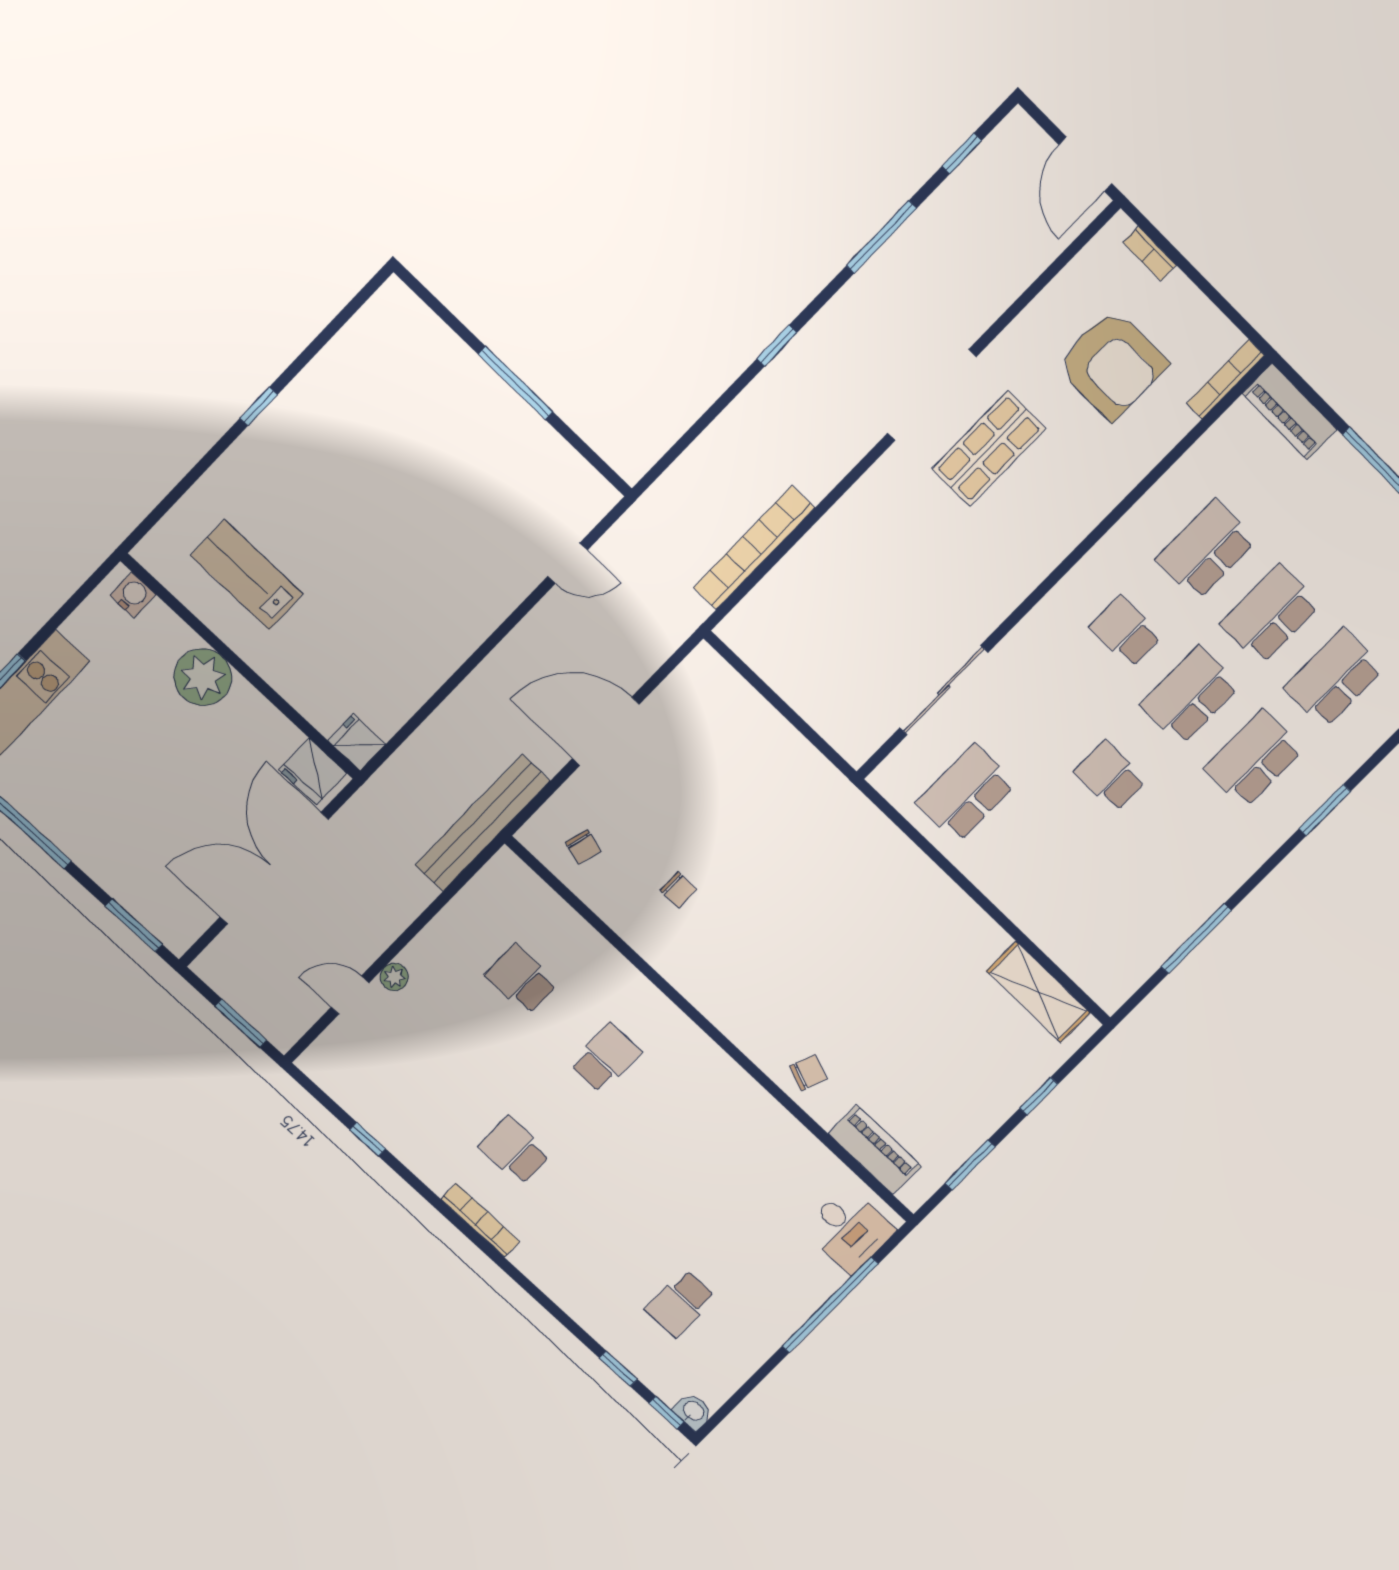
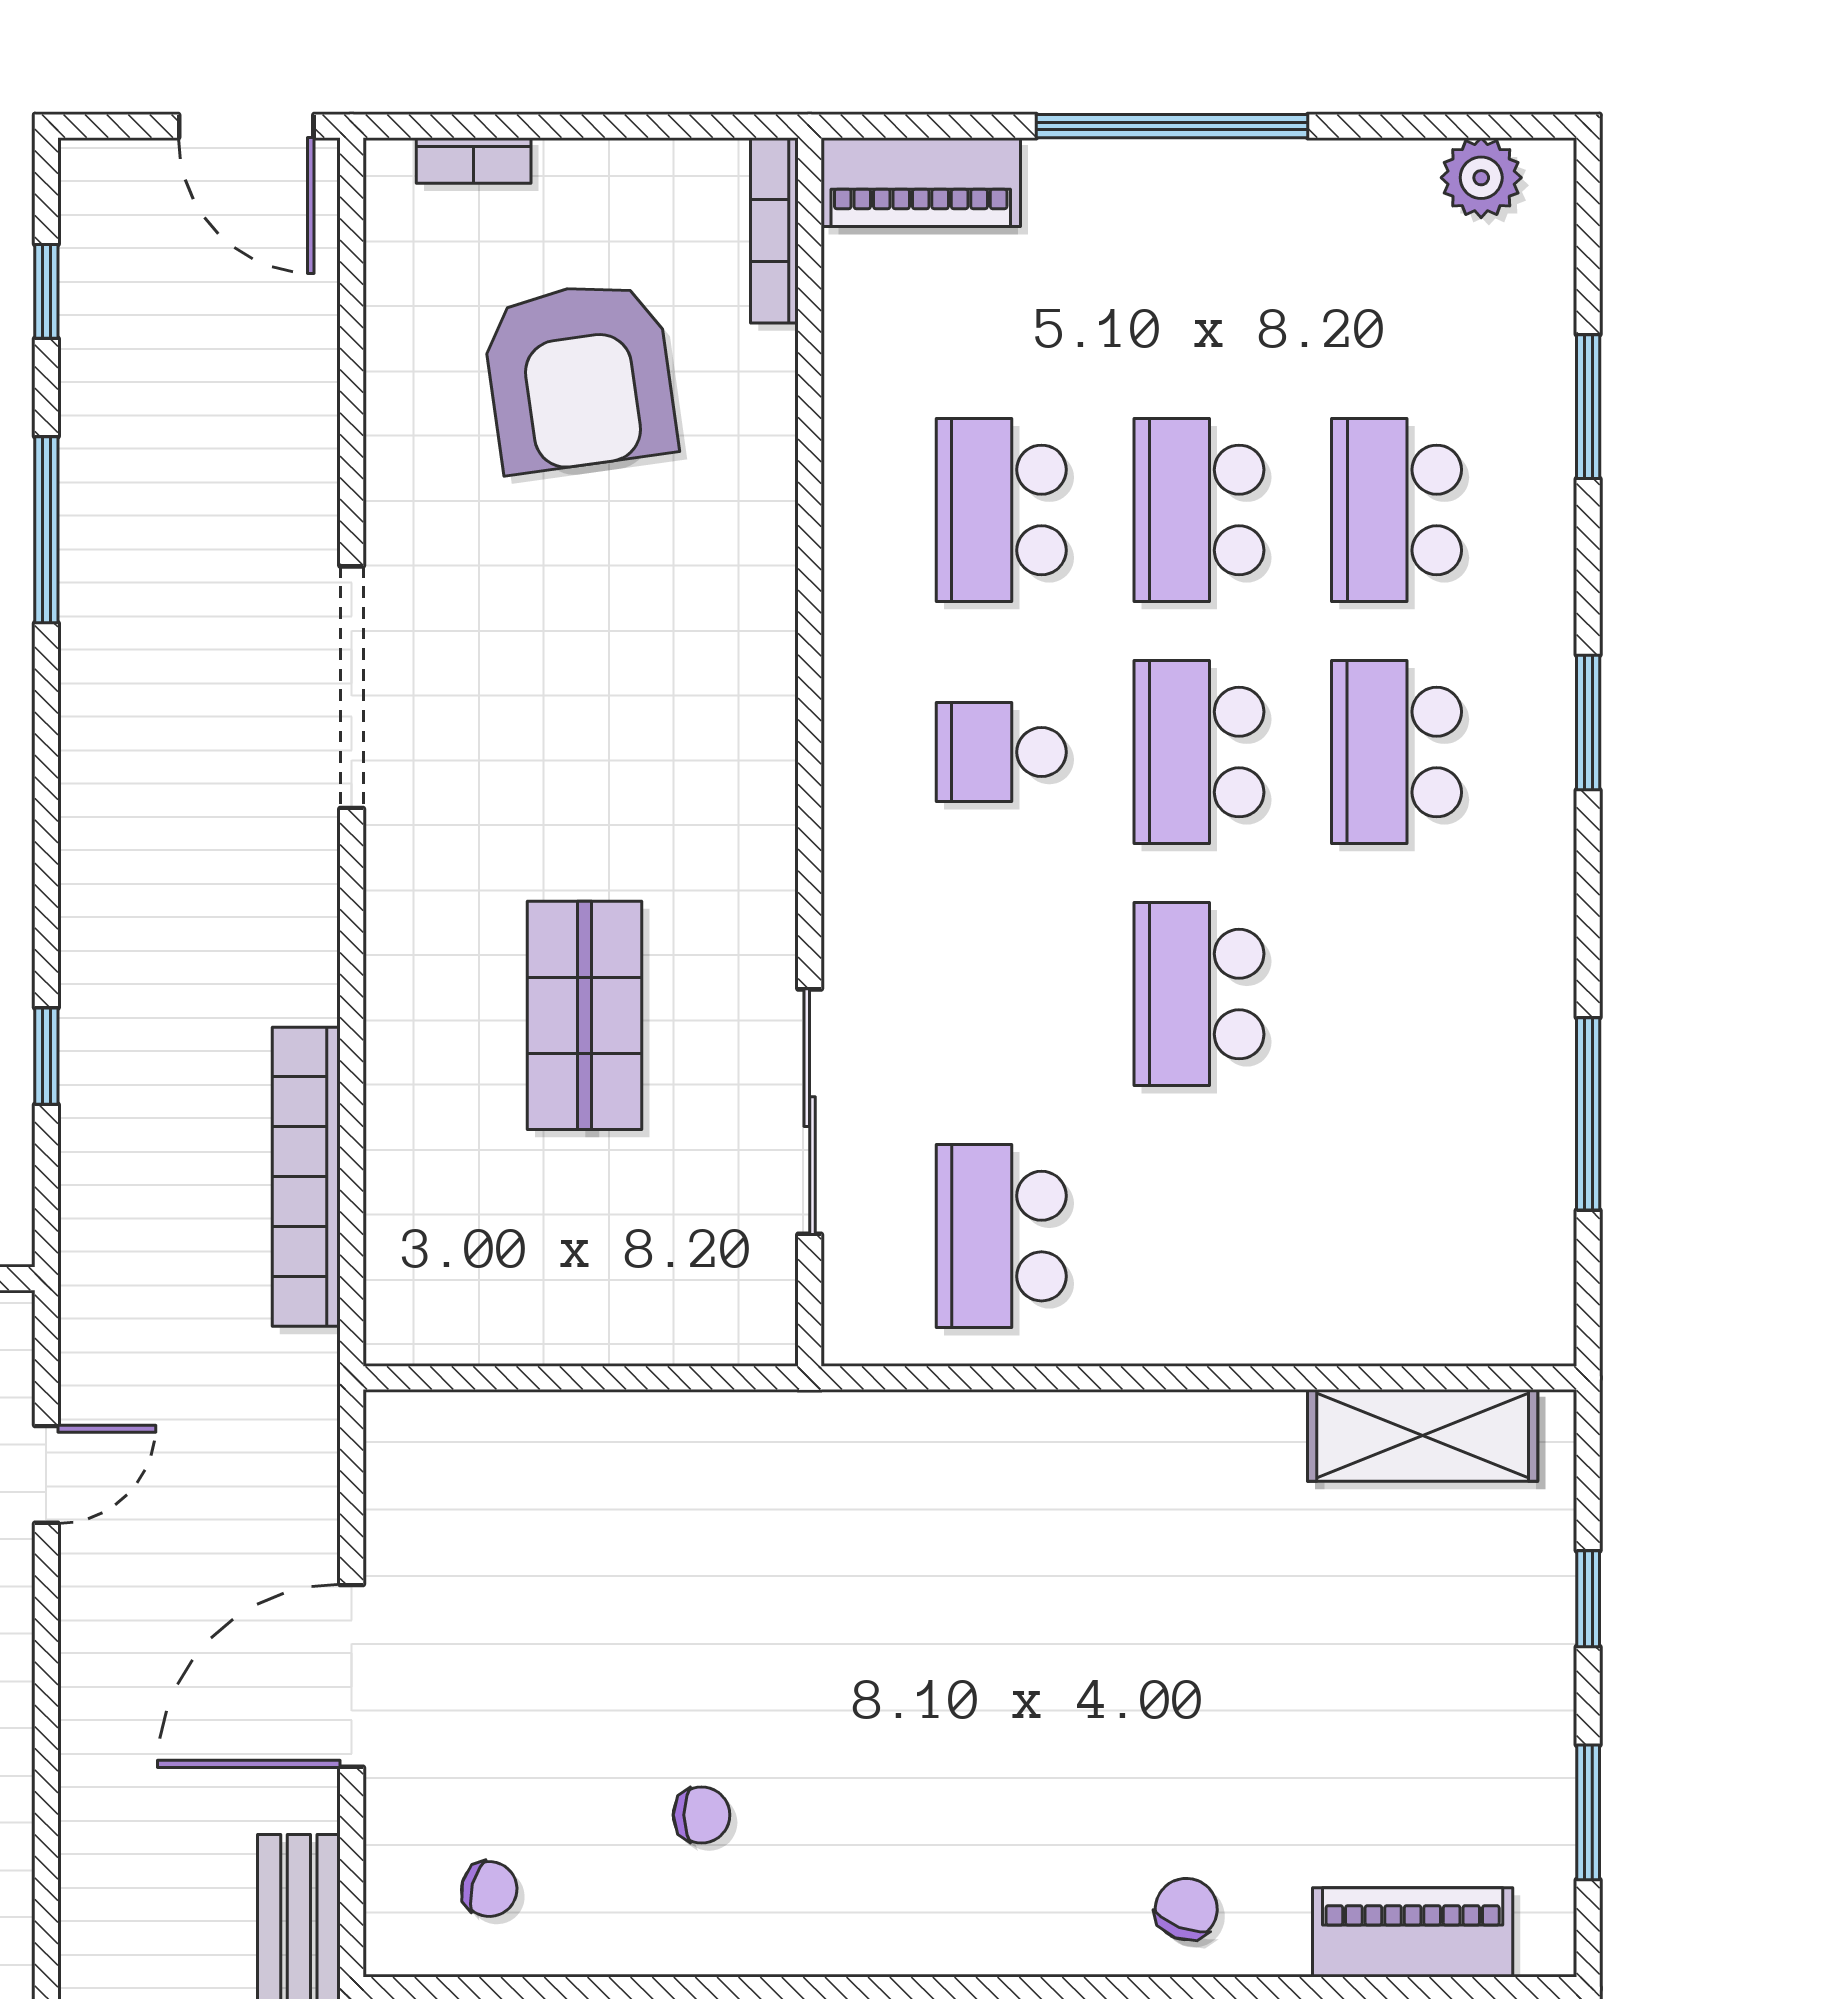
window: (777, 346) -> (46, 1056), moved
armchair: (1112, 364) -> (580, 376), turned 82
shop shelf: (989, 449) -> (585, 1015), moved
school desk: (1110, 776) -> (1199, 994), width x1.85

